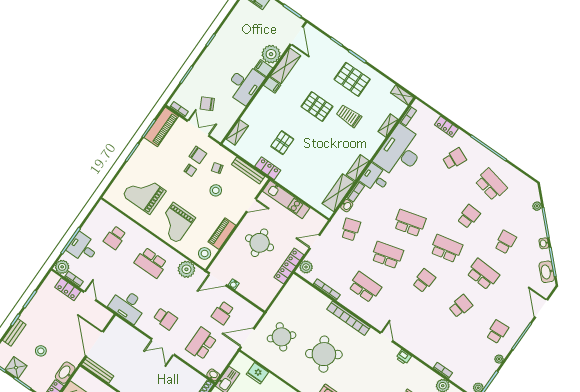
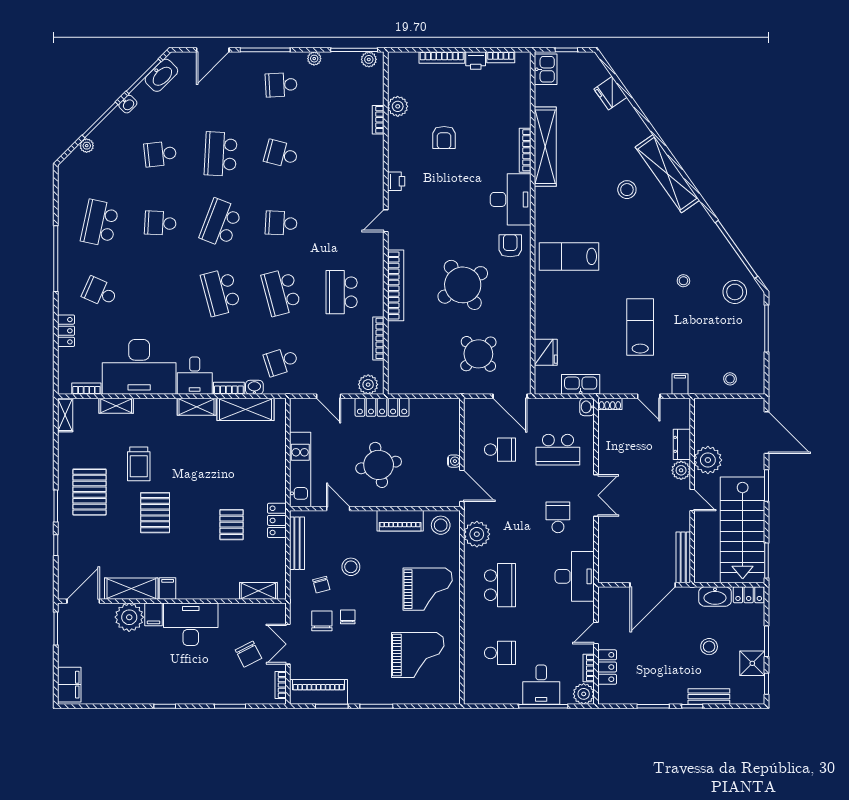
pallet: (282, 143) -> (232, 525), turned 90
grand piano: (144, 193) -> (418, 655), turned -90
school desk: (446, 249) -> (221, 223), turned 33

